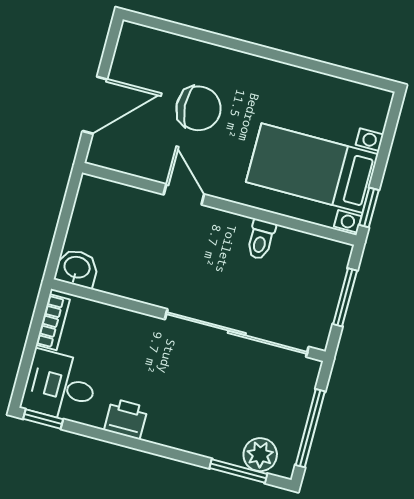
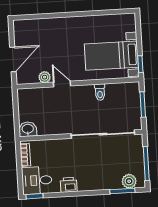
chair: (198, 108) -> (56, 46), removed
plant: (151, 167) -> (45, 77), added

